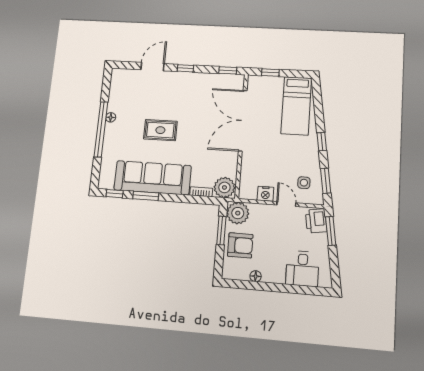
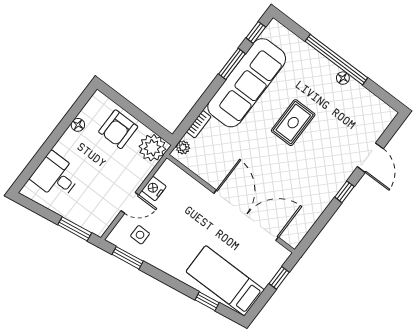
window: (228, 70) -> (312, 235), removed
window: (322, 142) -> (207, 301), moved
plant: (224, 187) -> (183, 147), width x0.53, depth x0.53
printer: (316, 221) -> (94, 221), removed
window: (221, 231) -> (145, 120), removed

